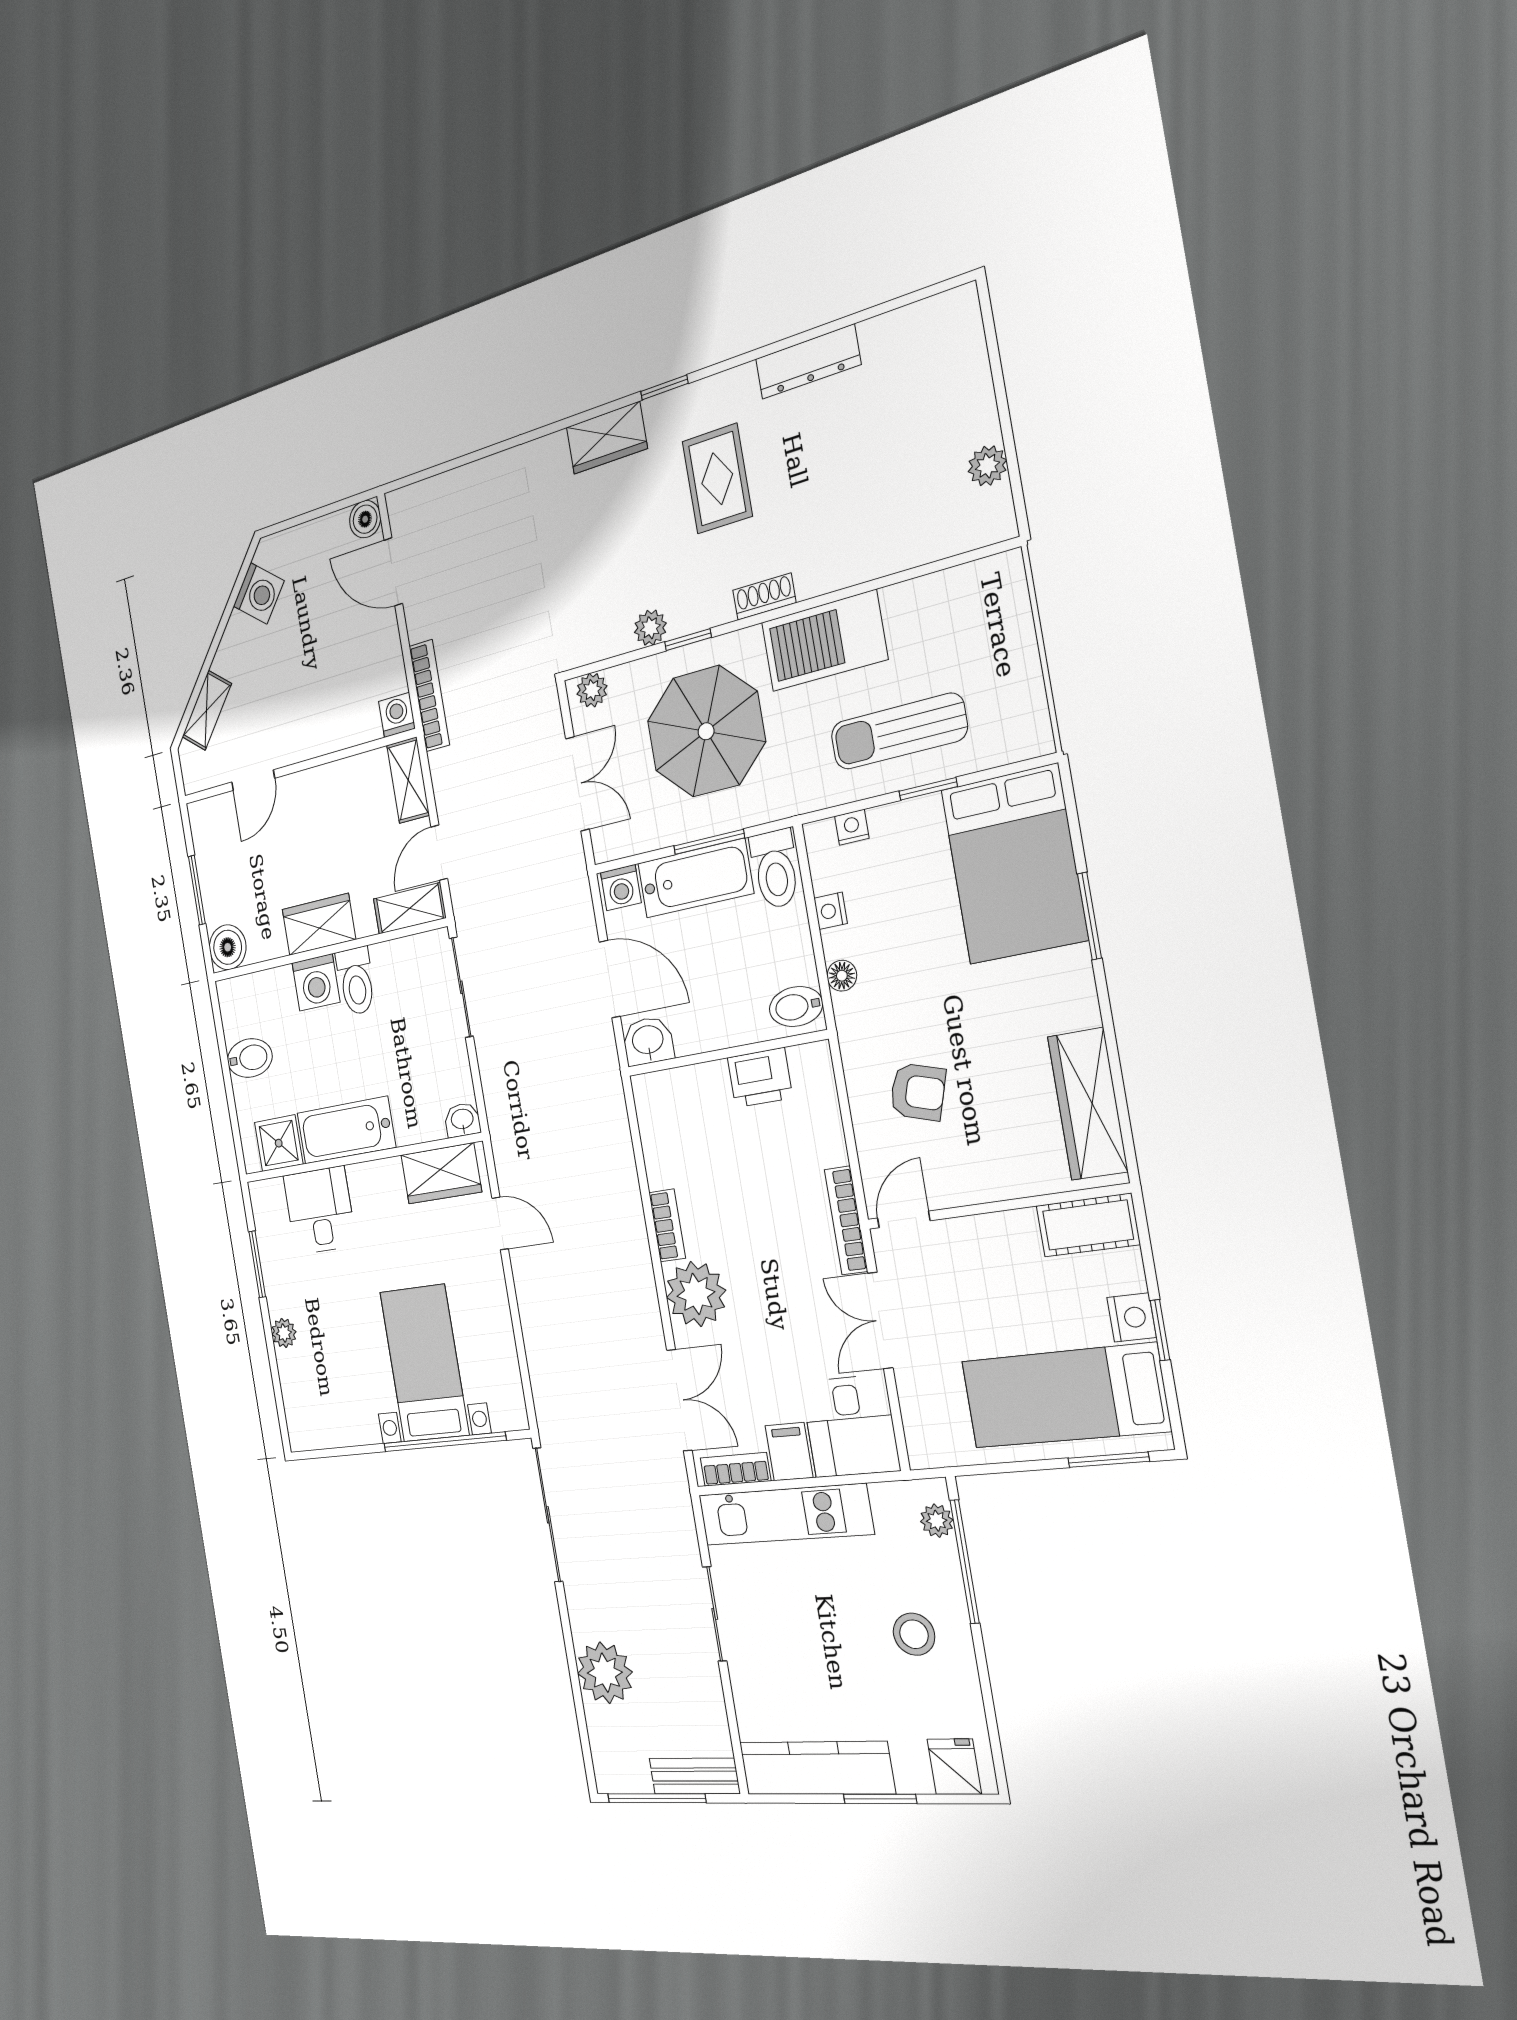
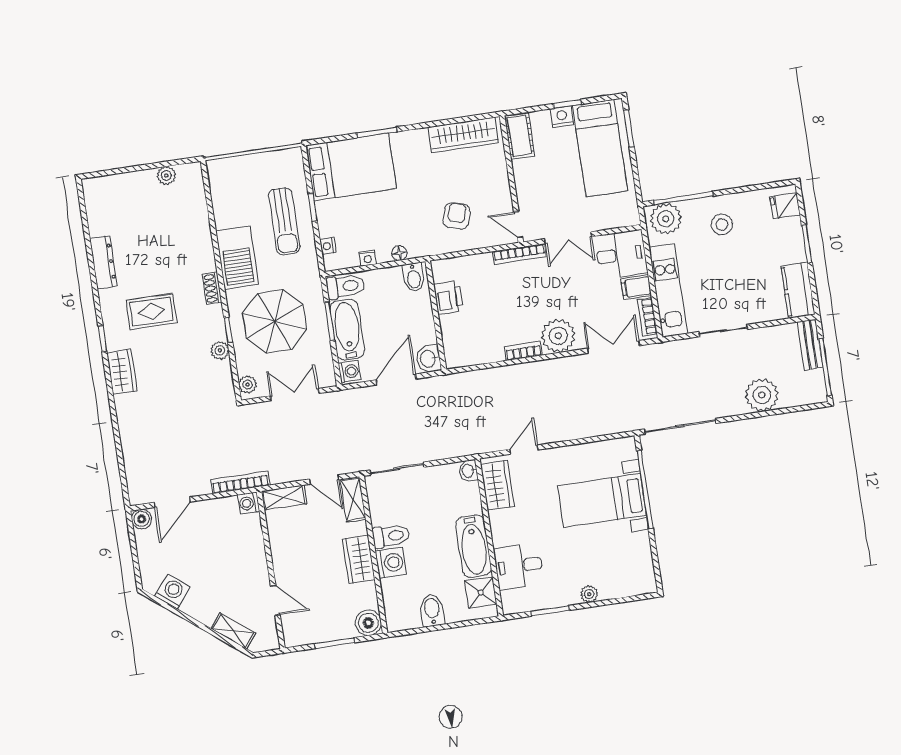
plant: (937, 1521) -> (666, 219), width x1.88, depth x1.88
kitchen counter: (816, 1768) -> (798, 290), width x0.67

